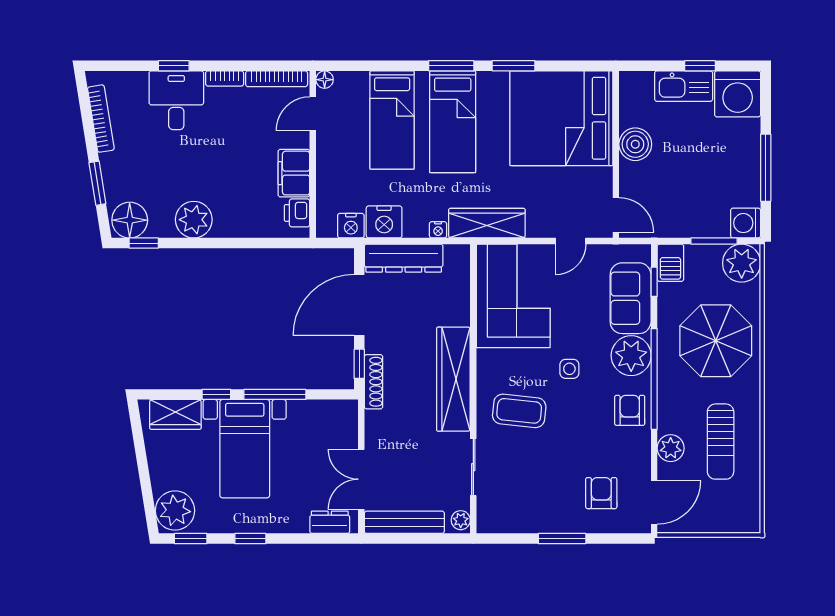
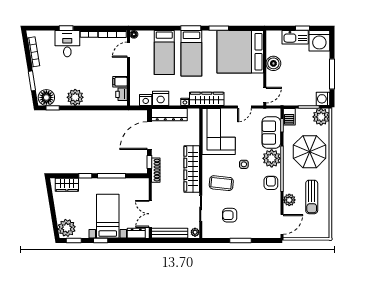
filing cabinet: (294, 173) -> (120, 82), width x0.50
door: (616, 215) -> (265, 95), hinge flipped
bed with nightstands: (245, 449) -> (108, 216), moved, turned 180
armchair: (601, 493) -> (230, 215), moved, turned -90

